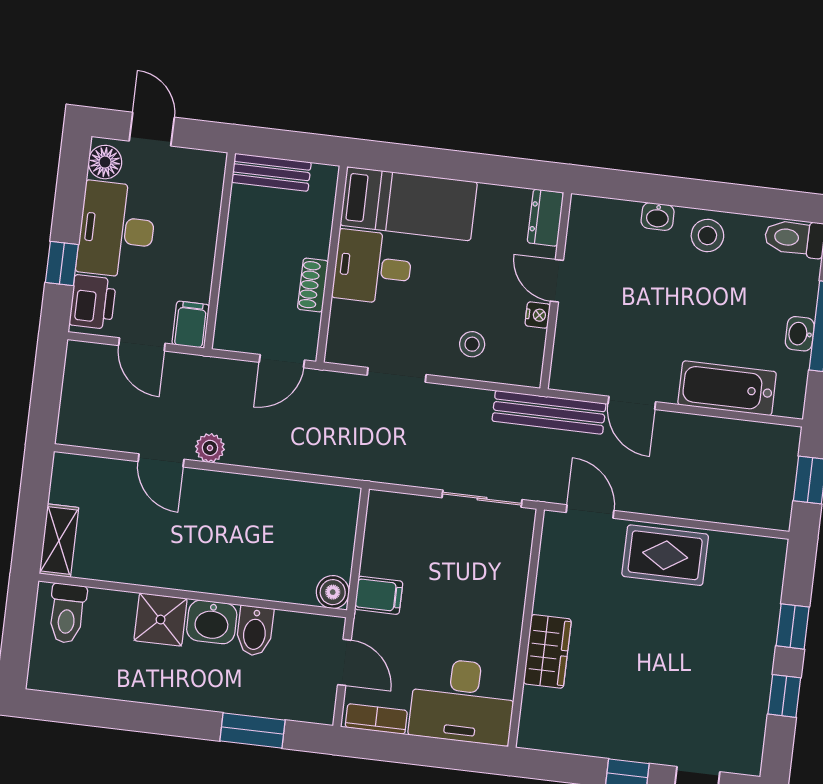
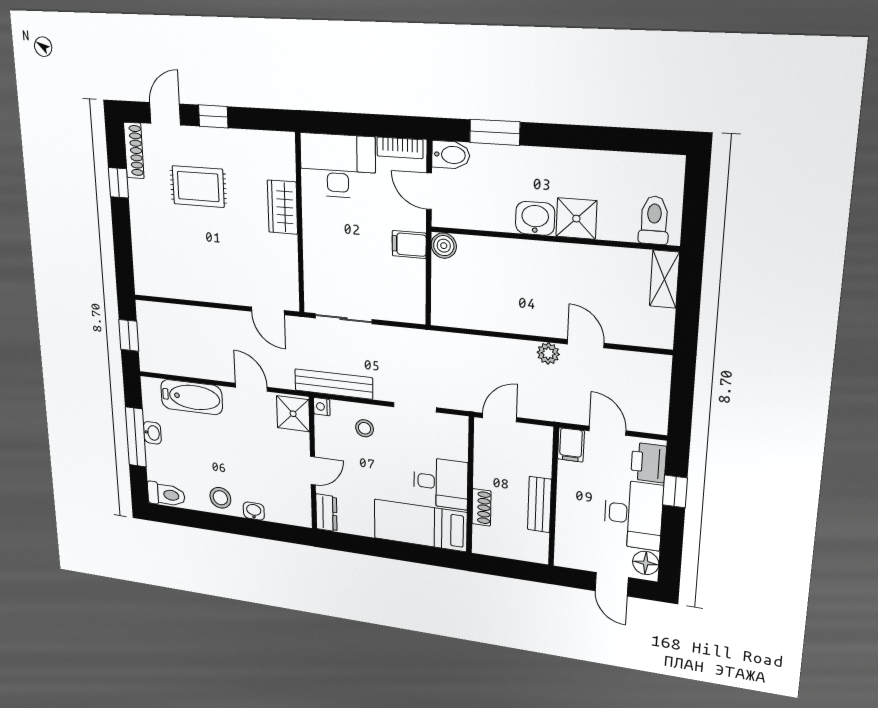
bench: (271, 172) -> (539, 505), moved, turned 90
door: (557, 281) -> (313, 471), hinge flipped
shoe rack: (313, 285) -> (481, 507), moved
nightstand: (538, 315) -> (322, 407), moved
shower: (575, 364) -> (293, 414), added
bench: (549, 412) -> (334, 384), moved
rug: (665, 555) -> (198, 187), moved
window: (793, 626) -> (122, 233), removed
bidet: (255, 631) -> (451, 155), moved, turned 90
shoe rack: (752, 738) -> (134, 150), added

